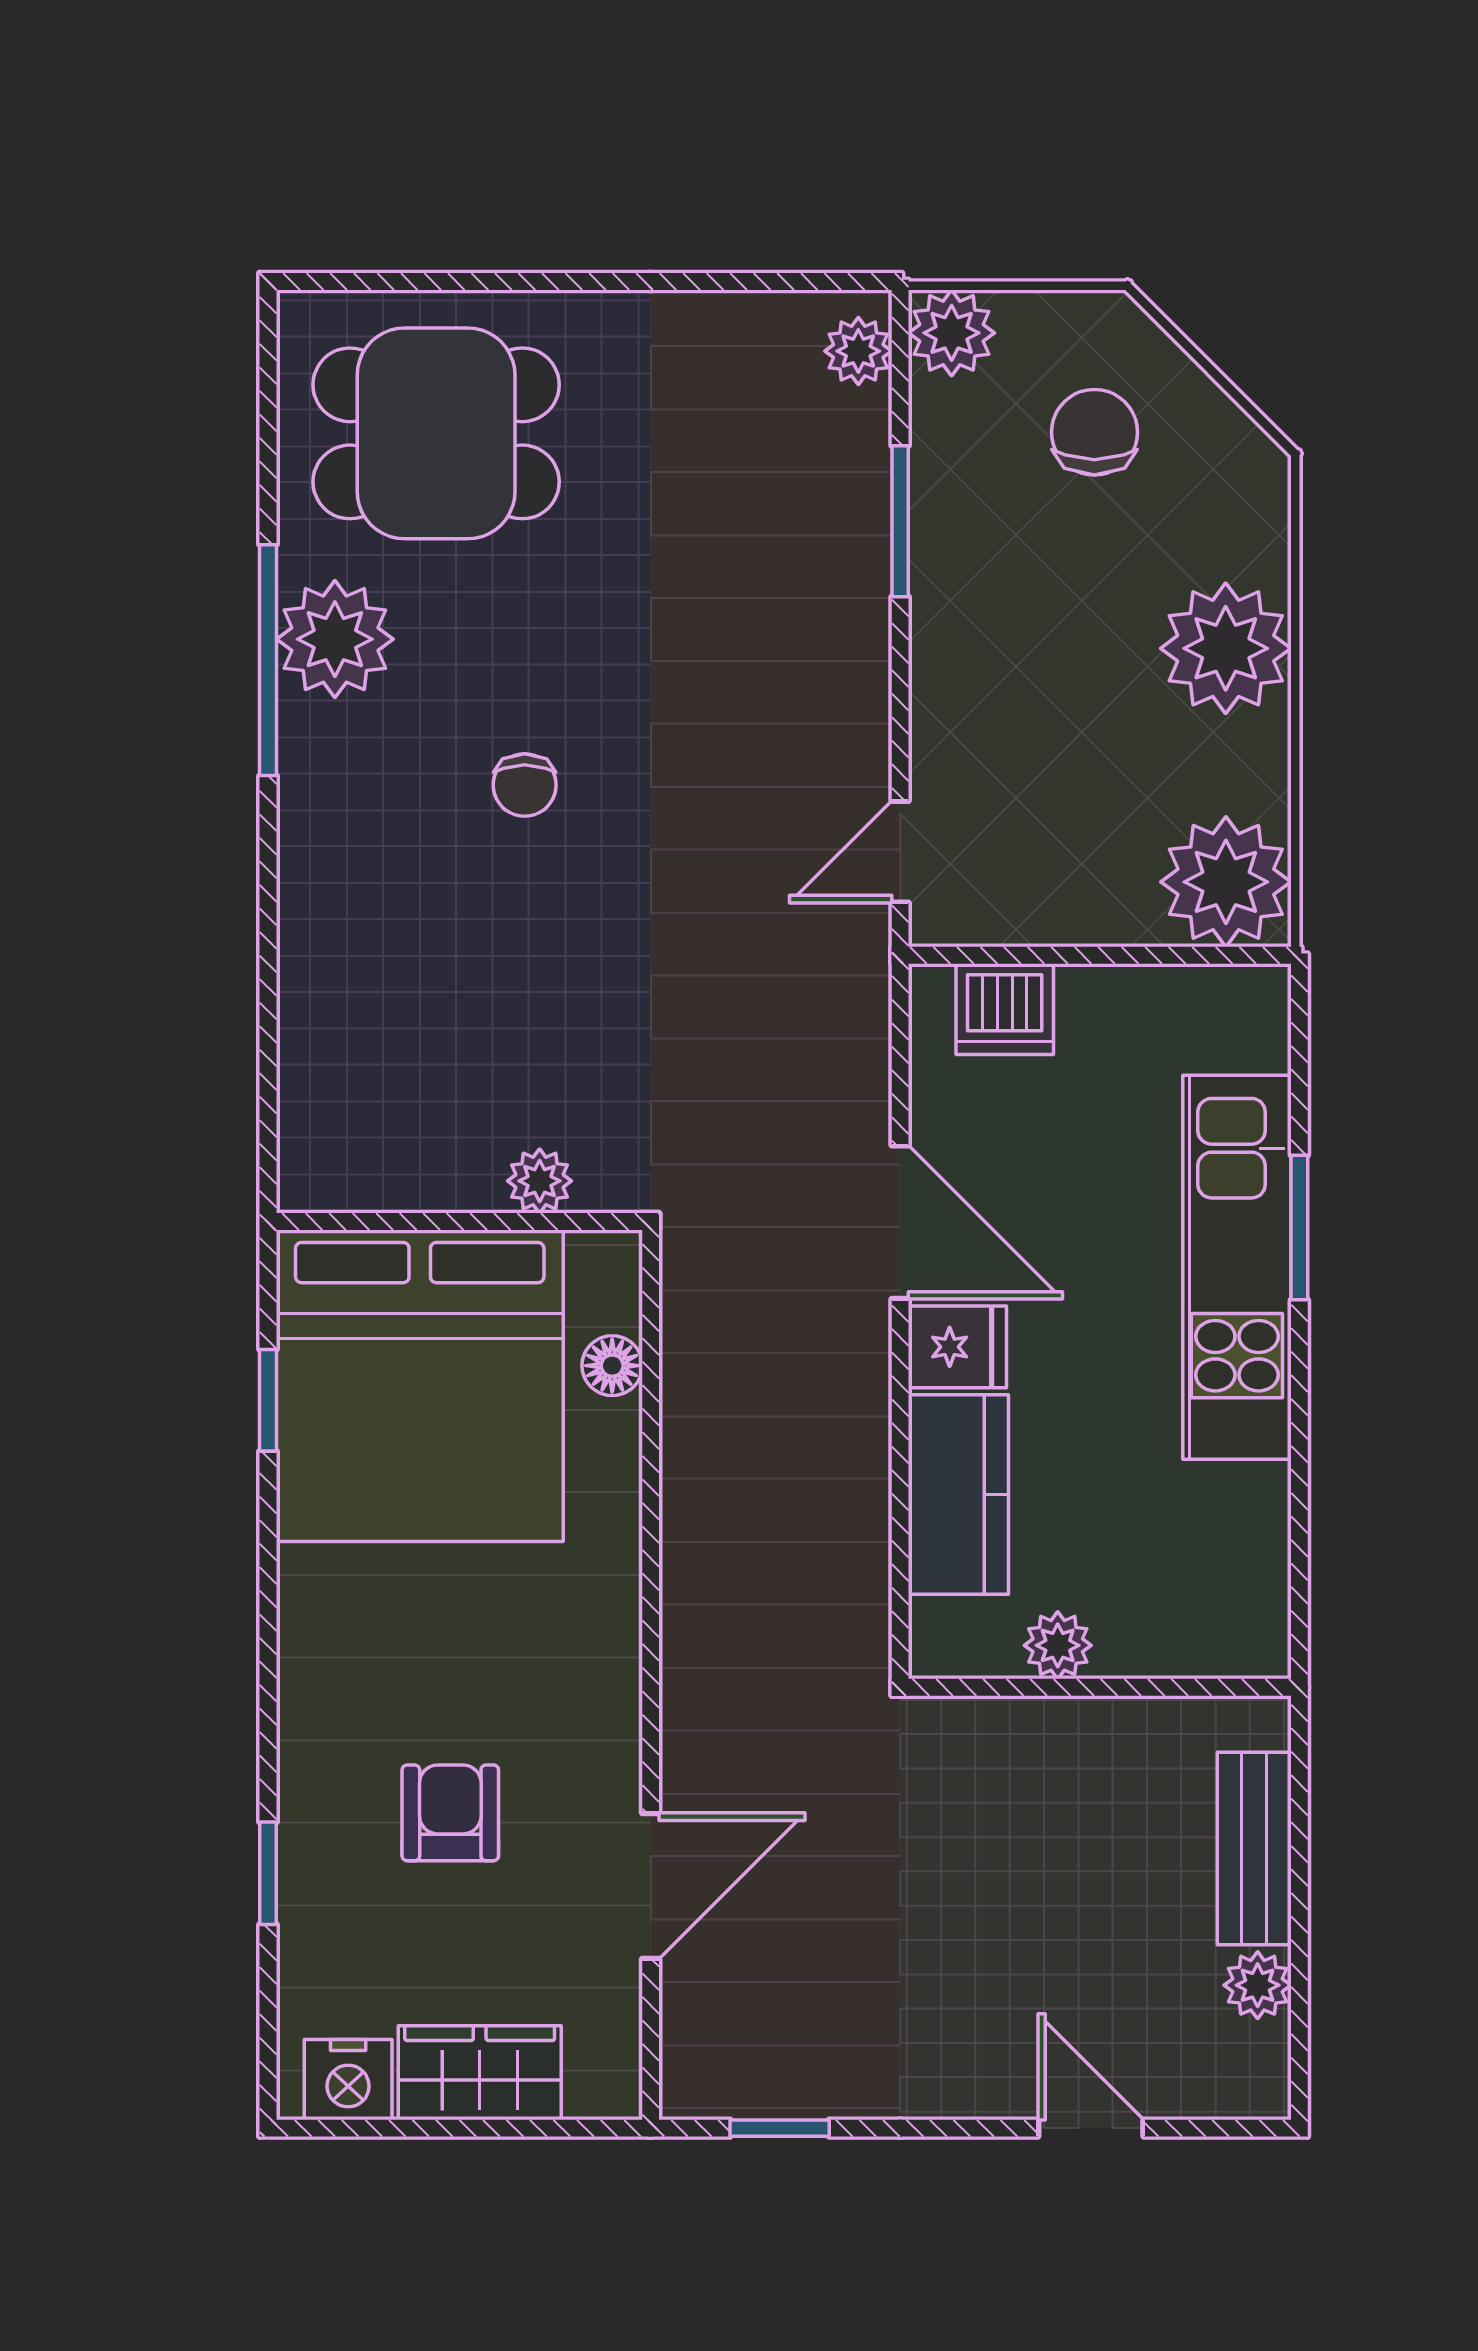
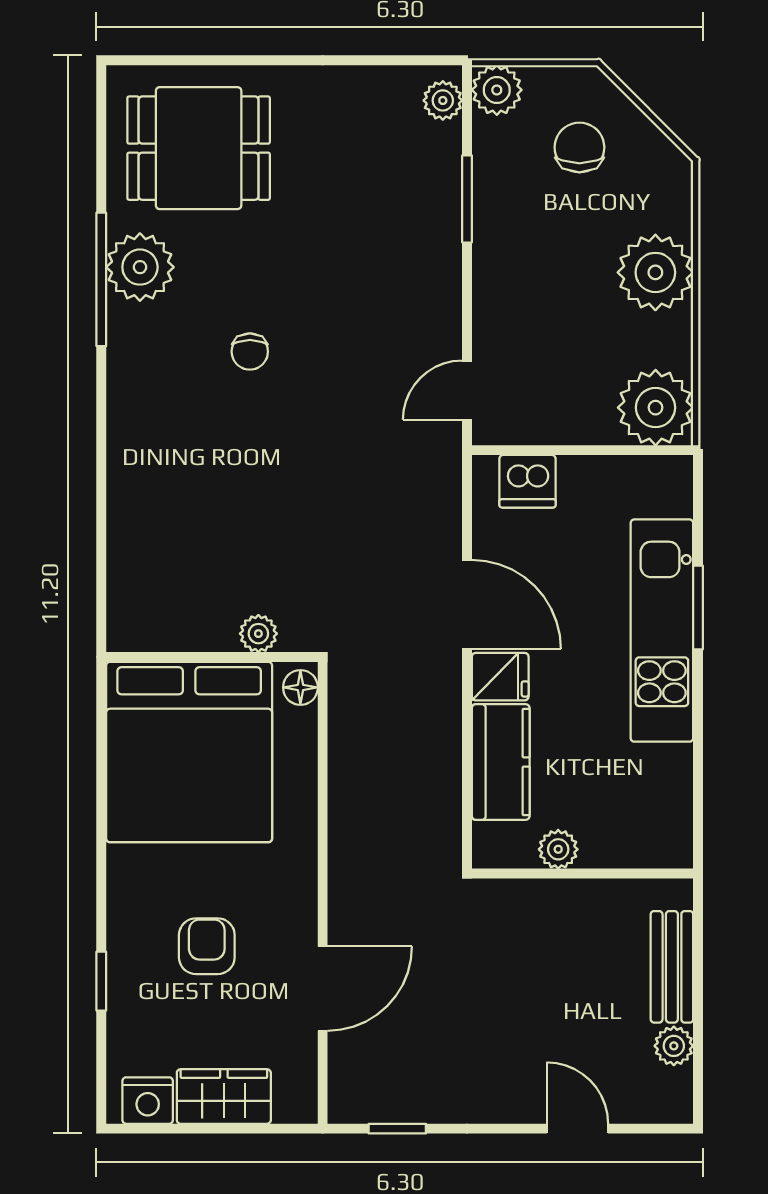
plant: (540, 1181) -> (258, 634), moved
wall: (459, 1221) -> (212, 657), moved
bed: (420, 1386) -> (189, 752), moved
window: (268, 1400) -> (101, 708), removed

